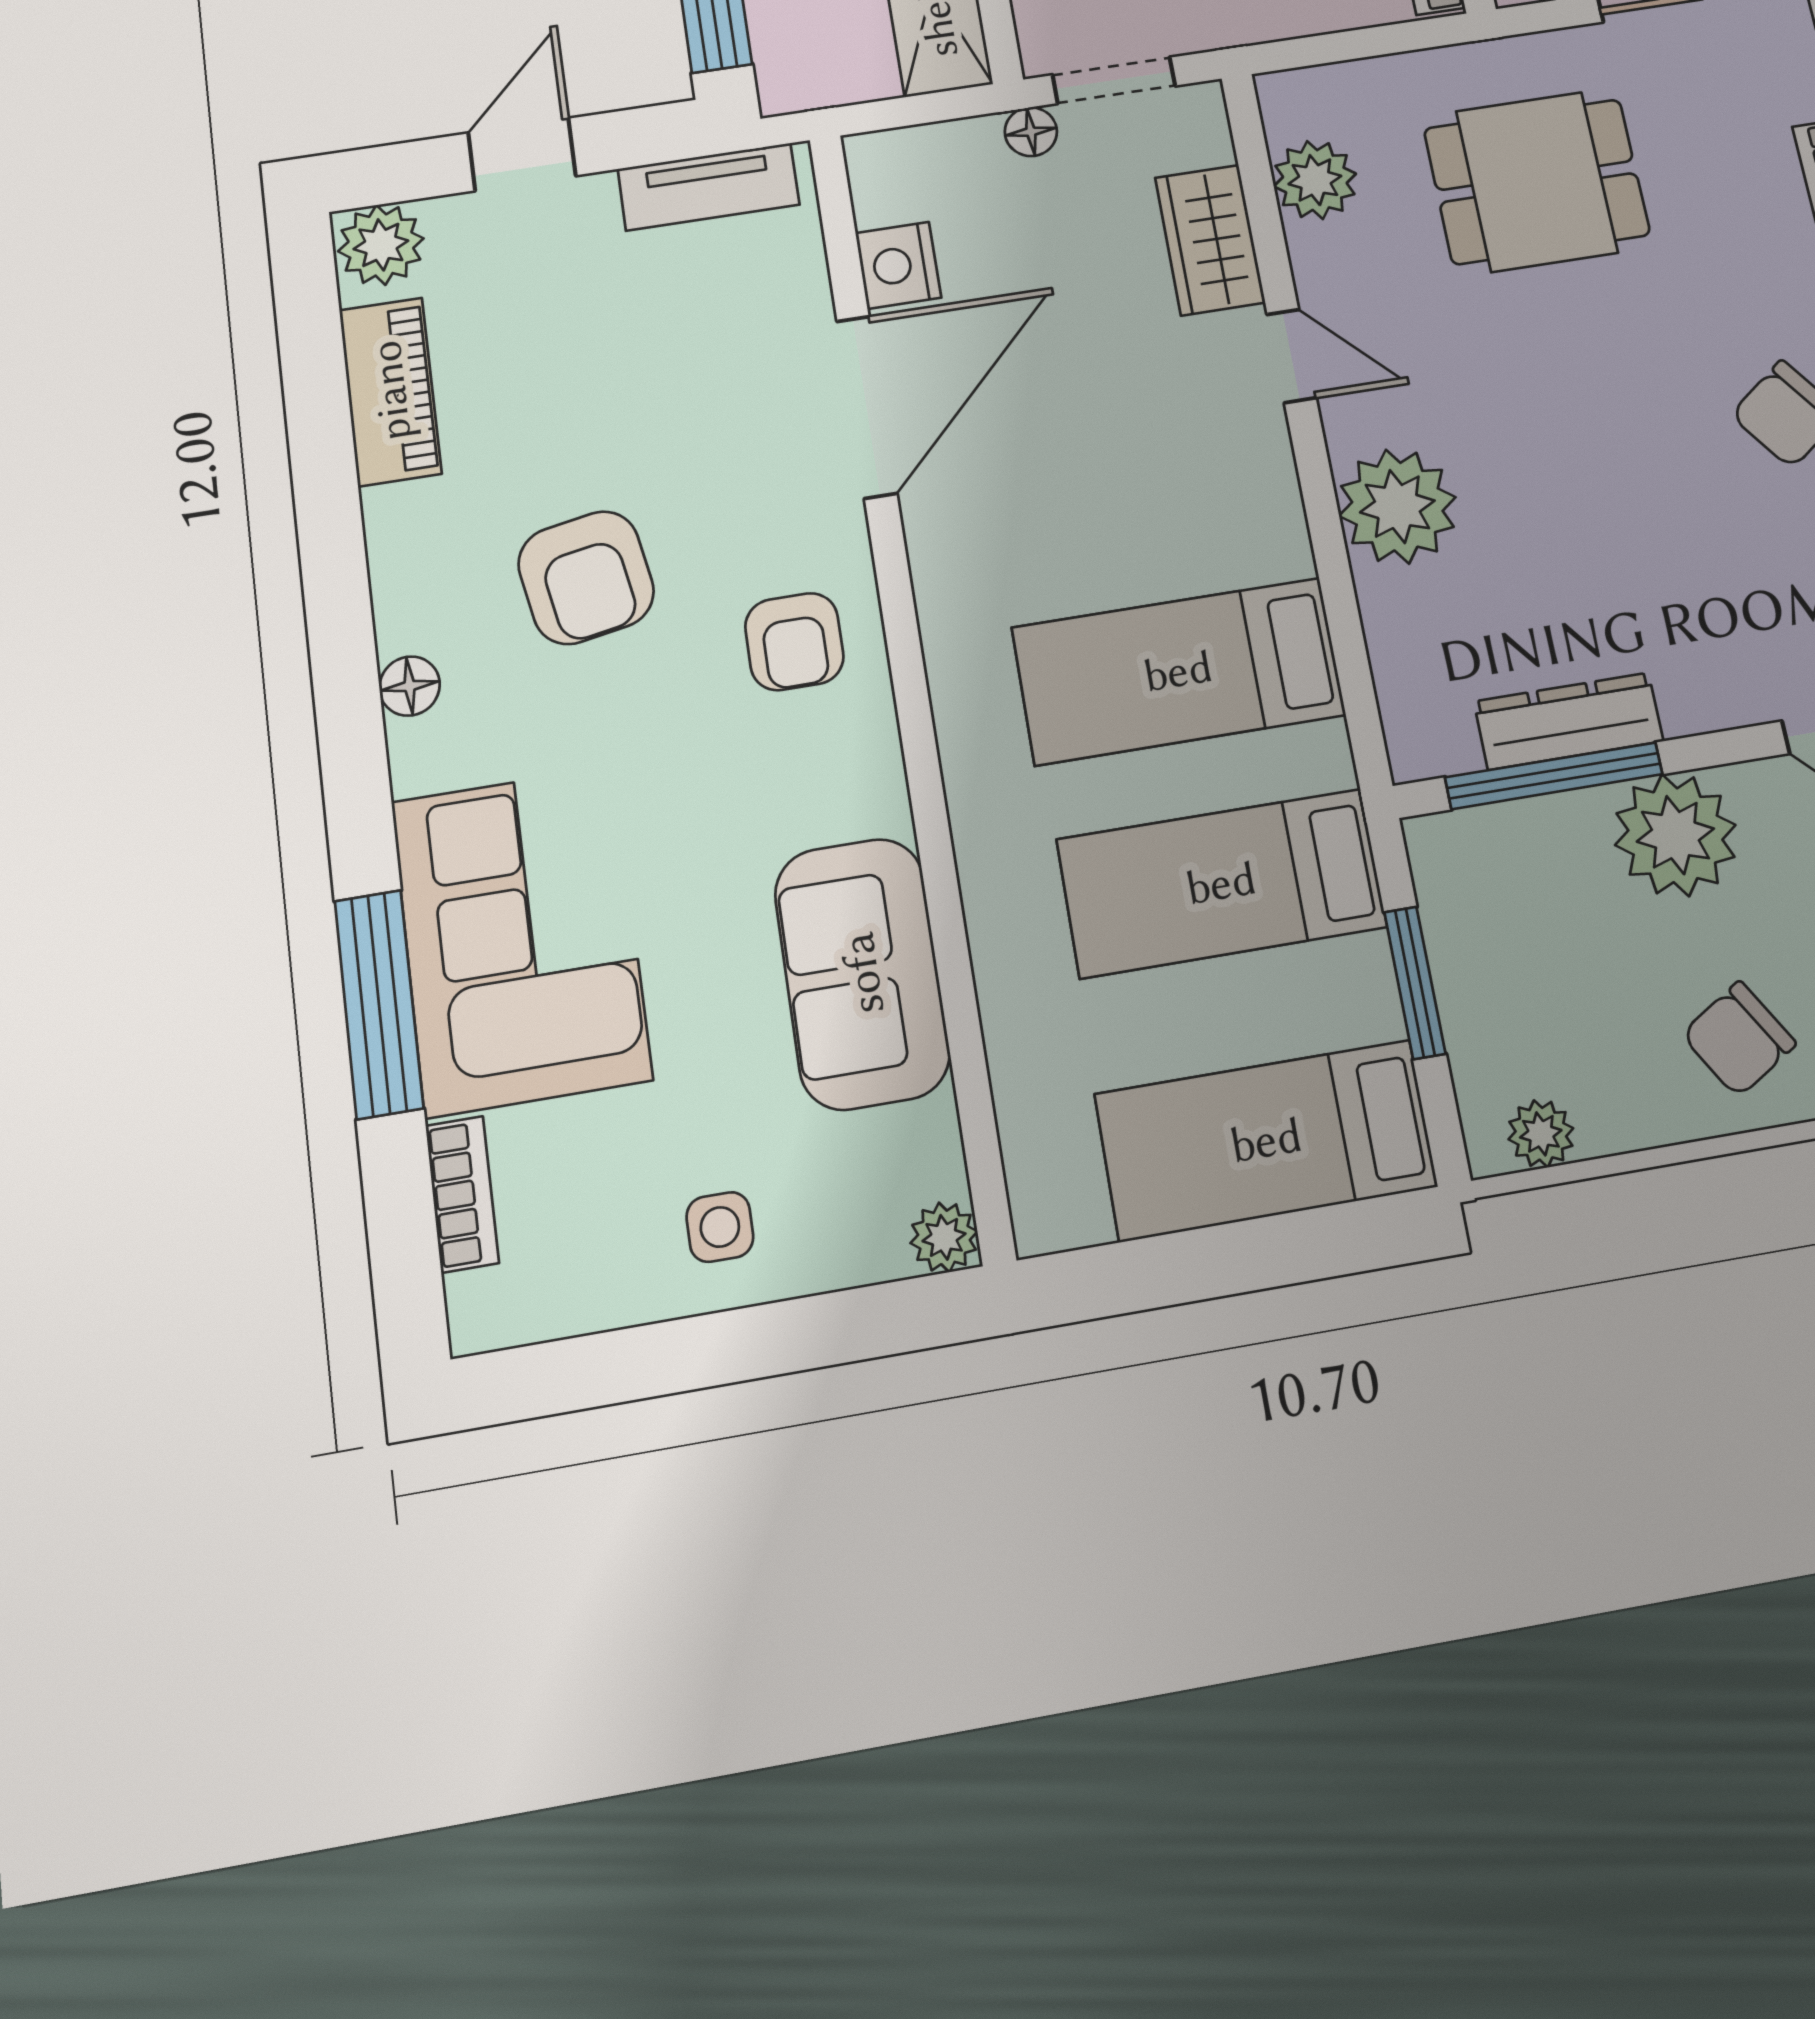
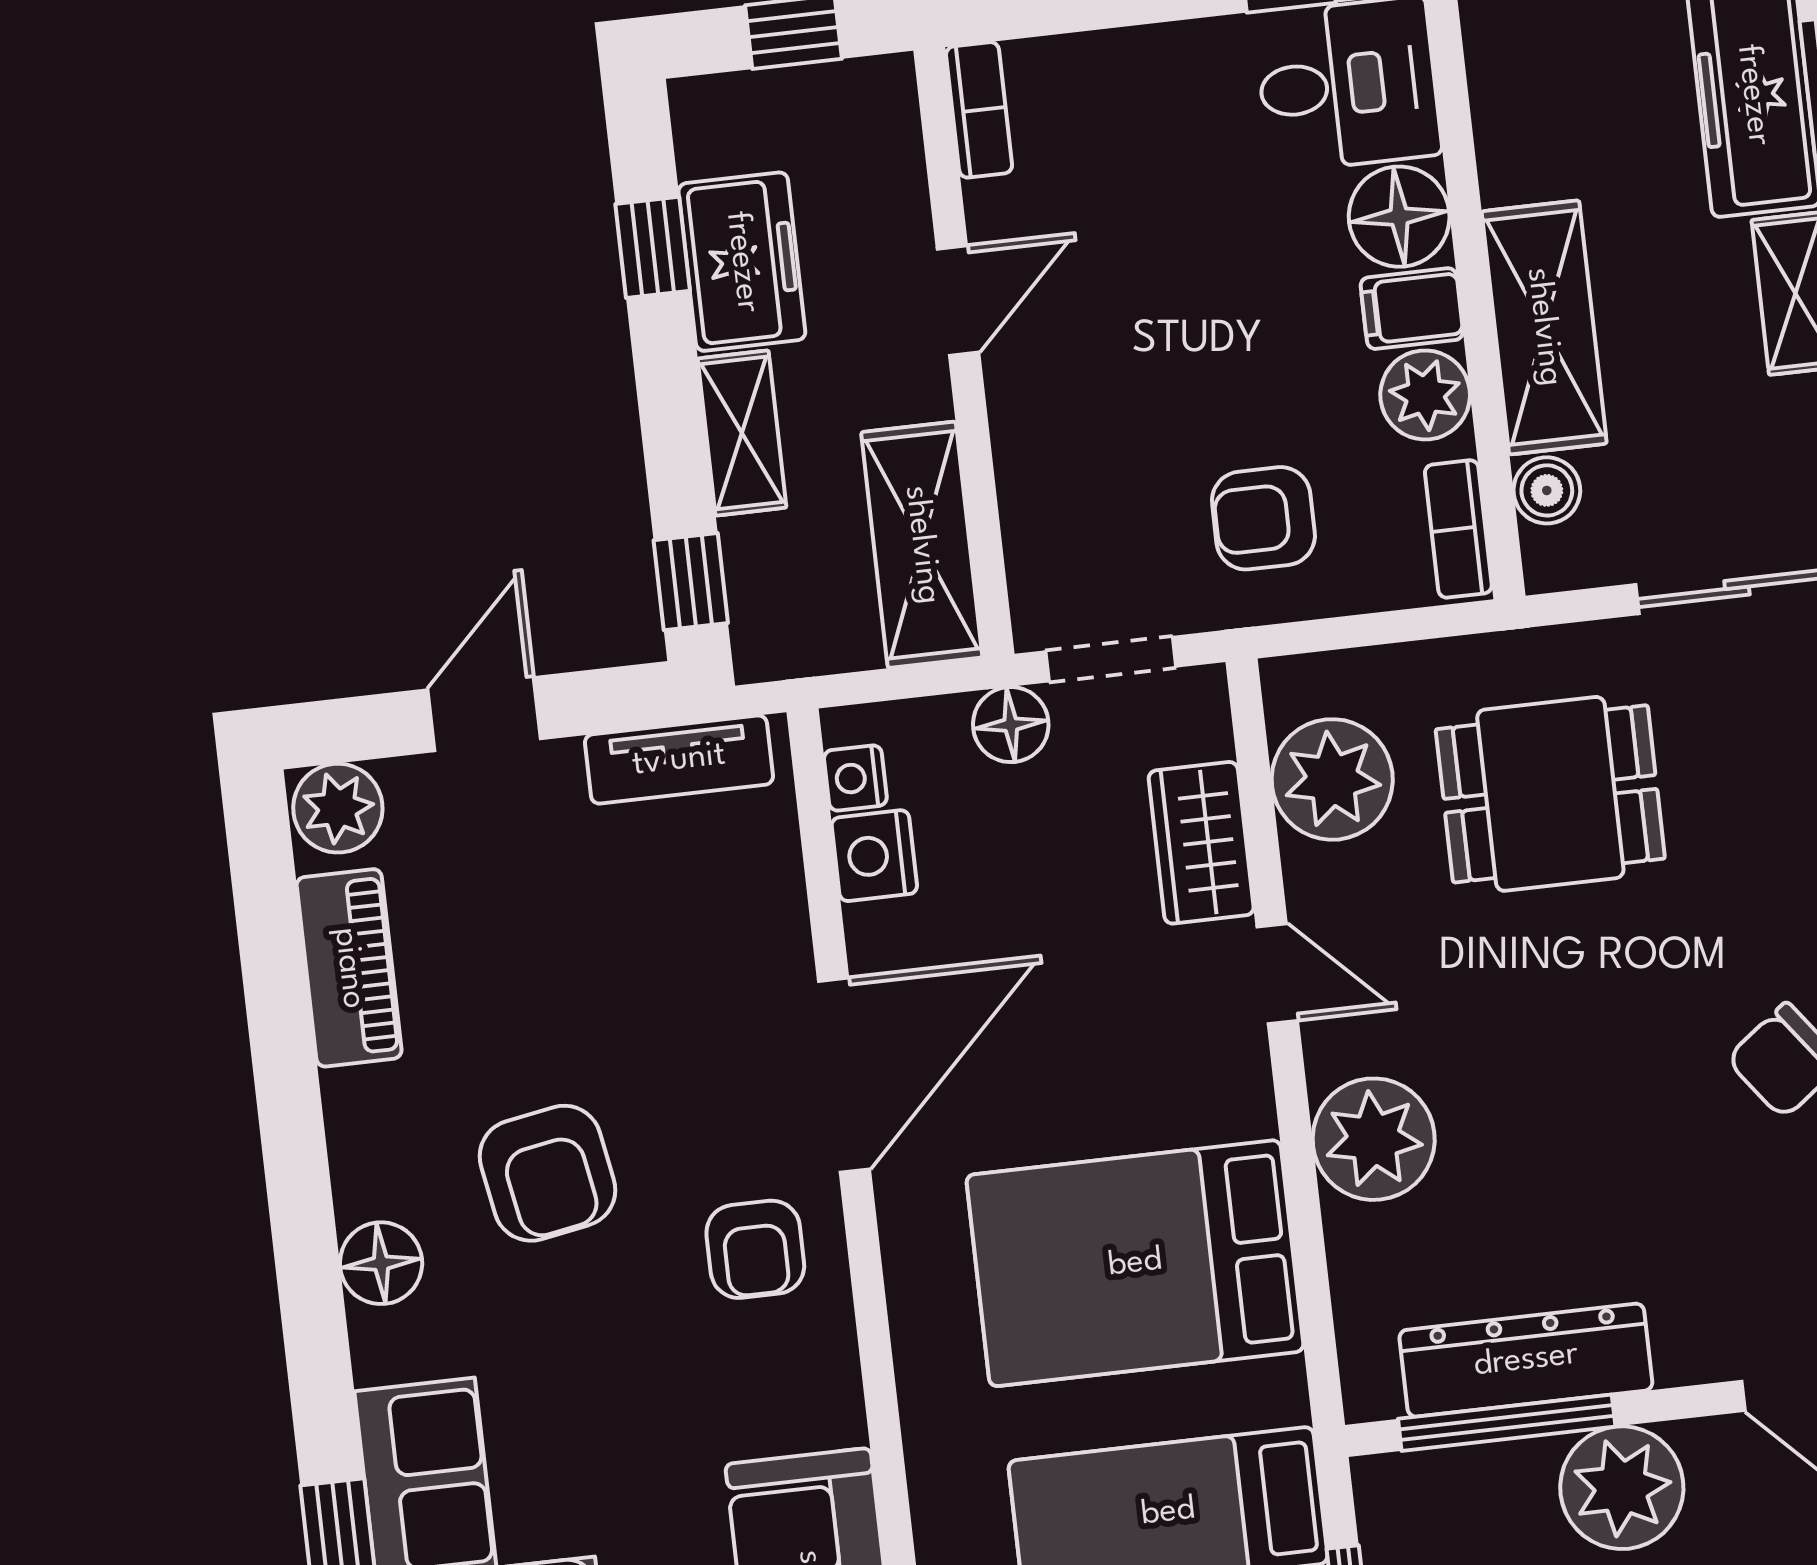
floor lamp: (1031, 132) -> (1011, 725), width x1.37, depth x1.37
plant: (1315, 180) -> (1332, 779), width x1.36, depth x1.36
nightstand: (877, 196) -> (855, 778), added
door: (867, 407) -> (844, 1075), moved
bed: (1178, 671) -> (1135, 1263), width x1.50
floor lamp: (410, 686) -> (381, 1263), width x1.37, depth x1.37
dresser: (1569, 721) -> (1526, 1360), width x1.37, depth x1.24

